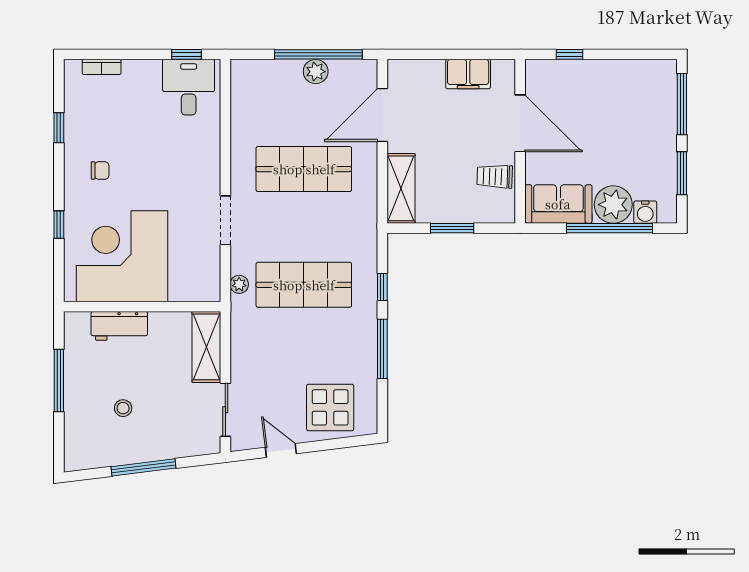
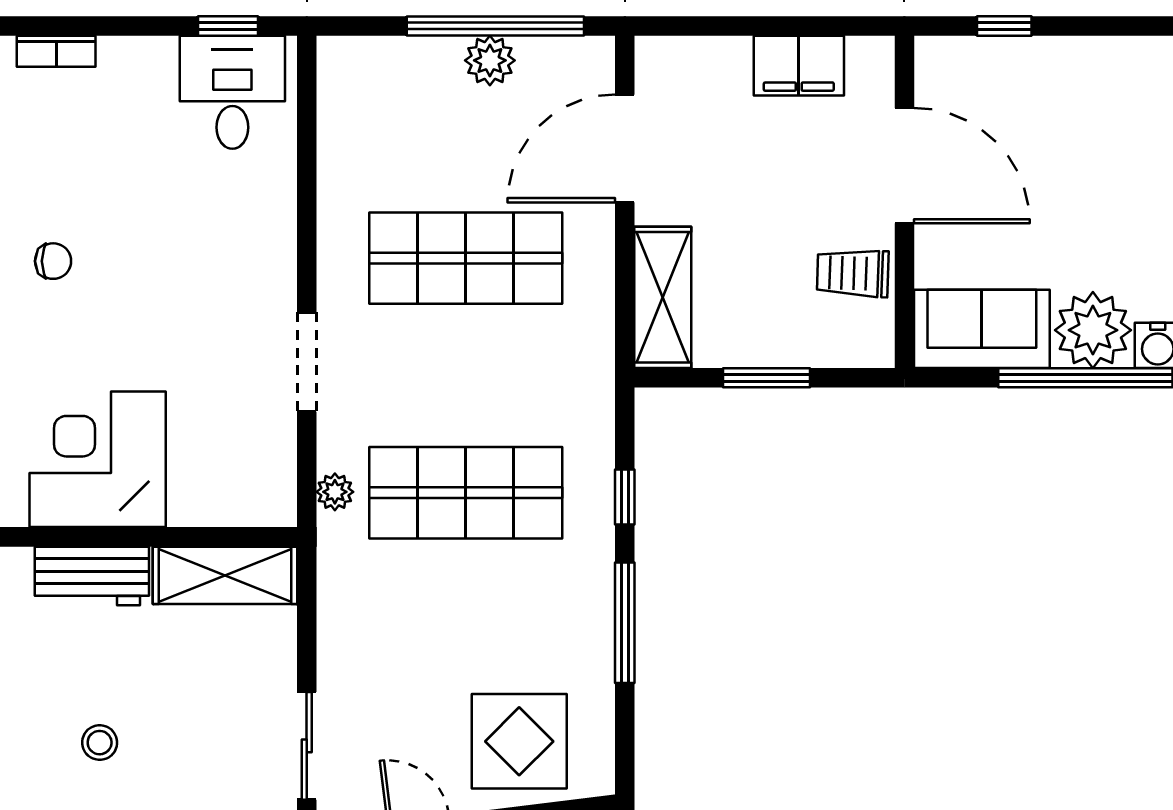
corner desk: (122, 256) -> (98, 459), width x0.74, depth x0.74
shelving: (206, 347) -> (225, 575), moved, turned 90

